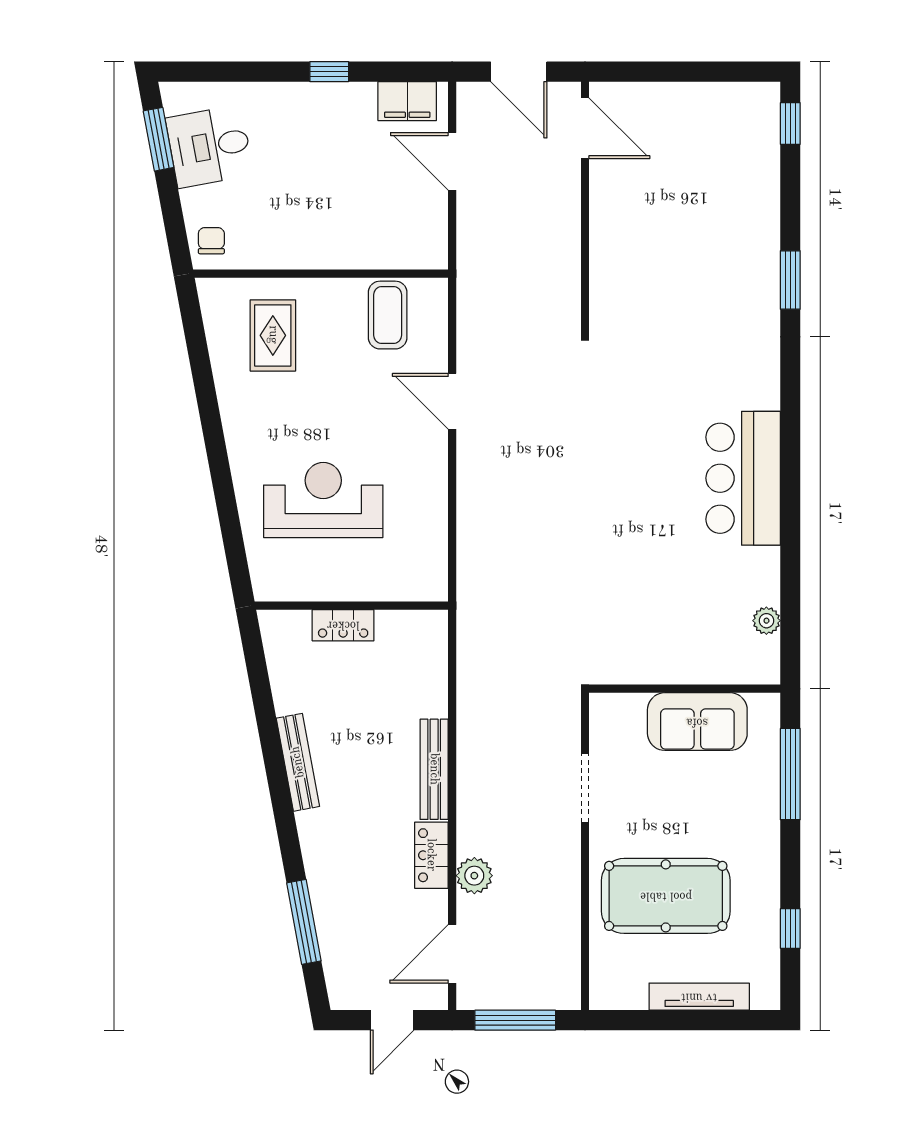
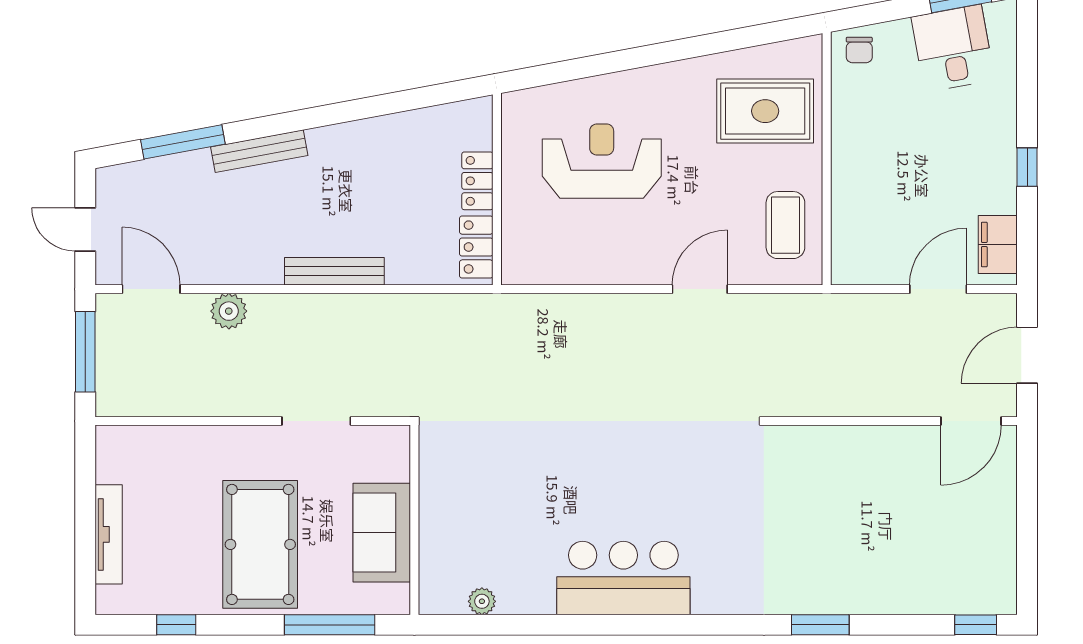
chair: (211, 241) -> (859, 50), turned 90
coffee table: (388, 315) -> (785, 225), turned 90
rug: (273, 335) -> (765, 111), width x1.36, depth x1.43
reception desk: (323, 500) -> (602, 161), turned -90
bench: (298, 762) -> (259, 151), moved
locker: (431, 855) -> (476, 247), moved, turned -90
pool table: (666, 896) -> (260, 544), moved

